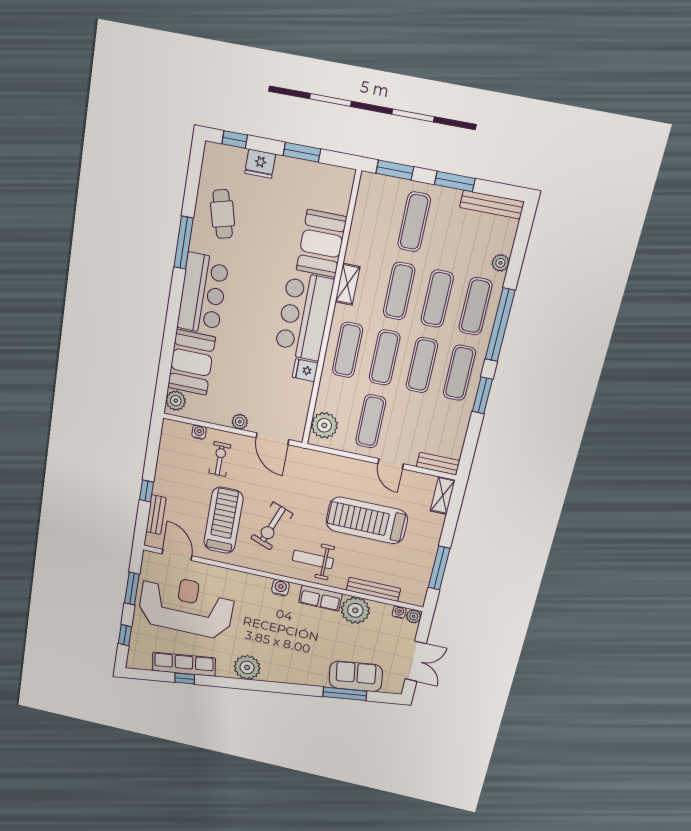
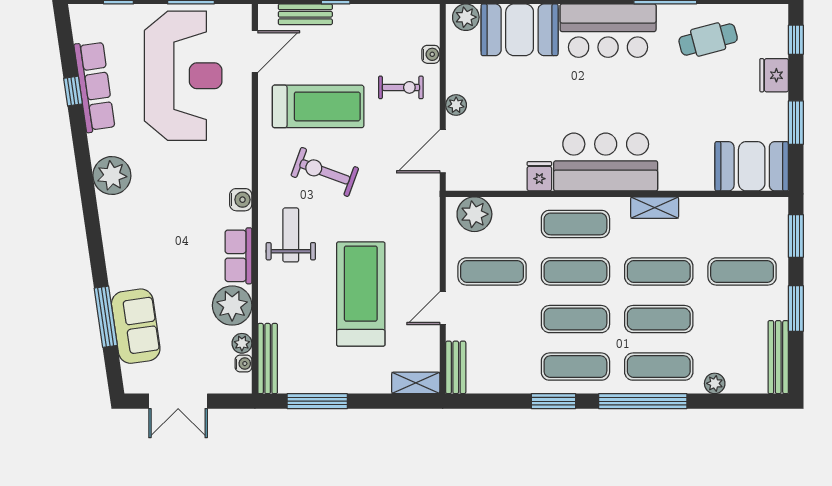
booth: (321, 243) -> (752, 166), moved
bench: (373, 589) -> (268, 359), moved
plant: (414, 616) -> (242, 343), moved

